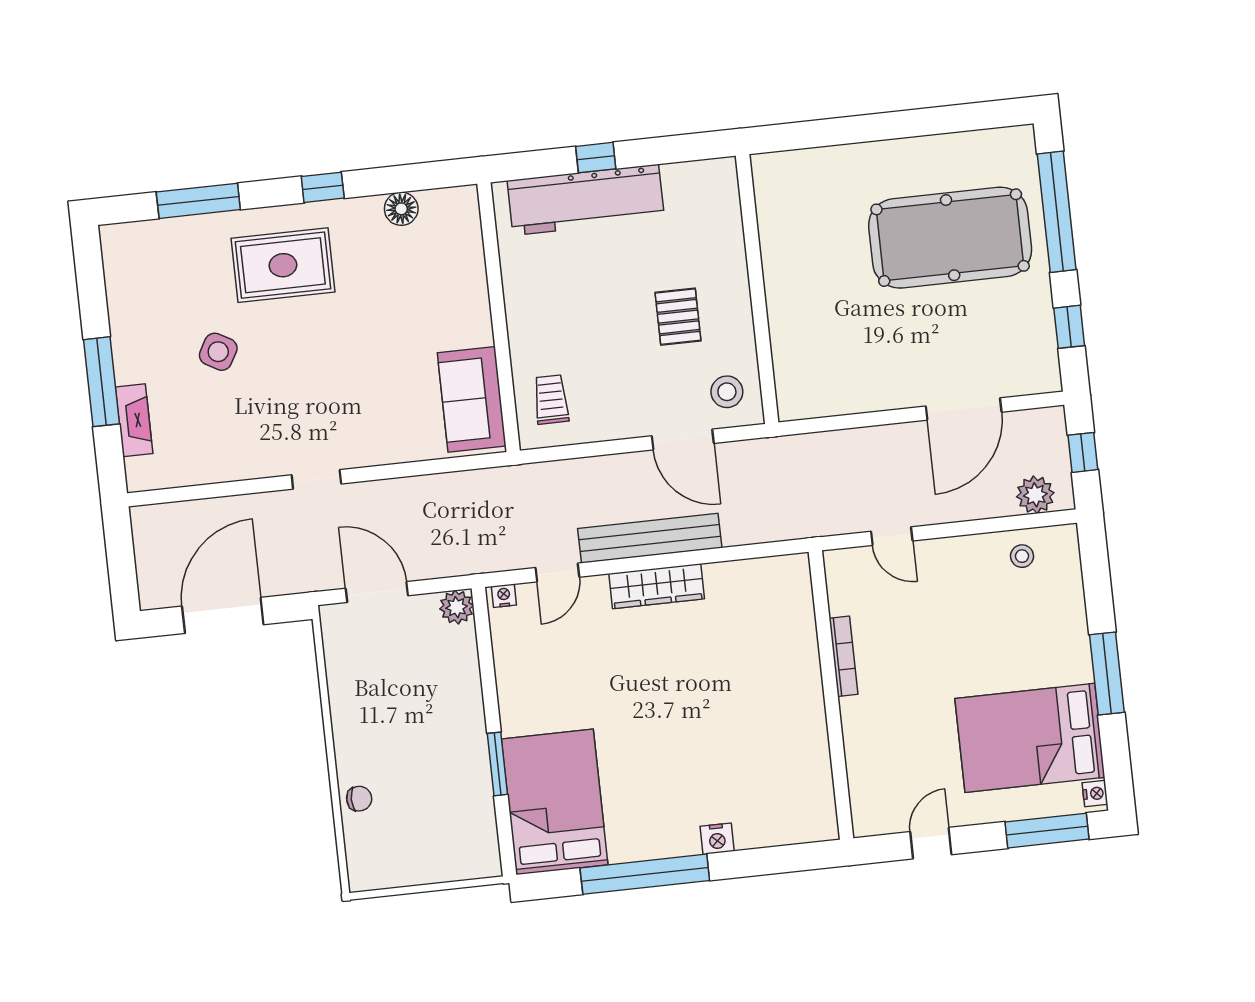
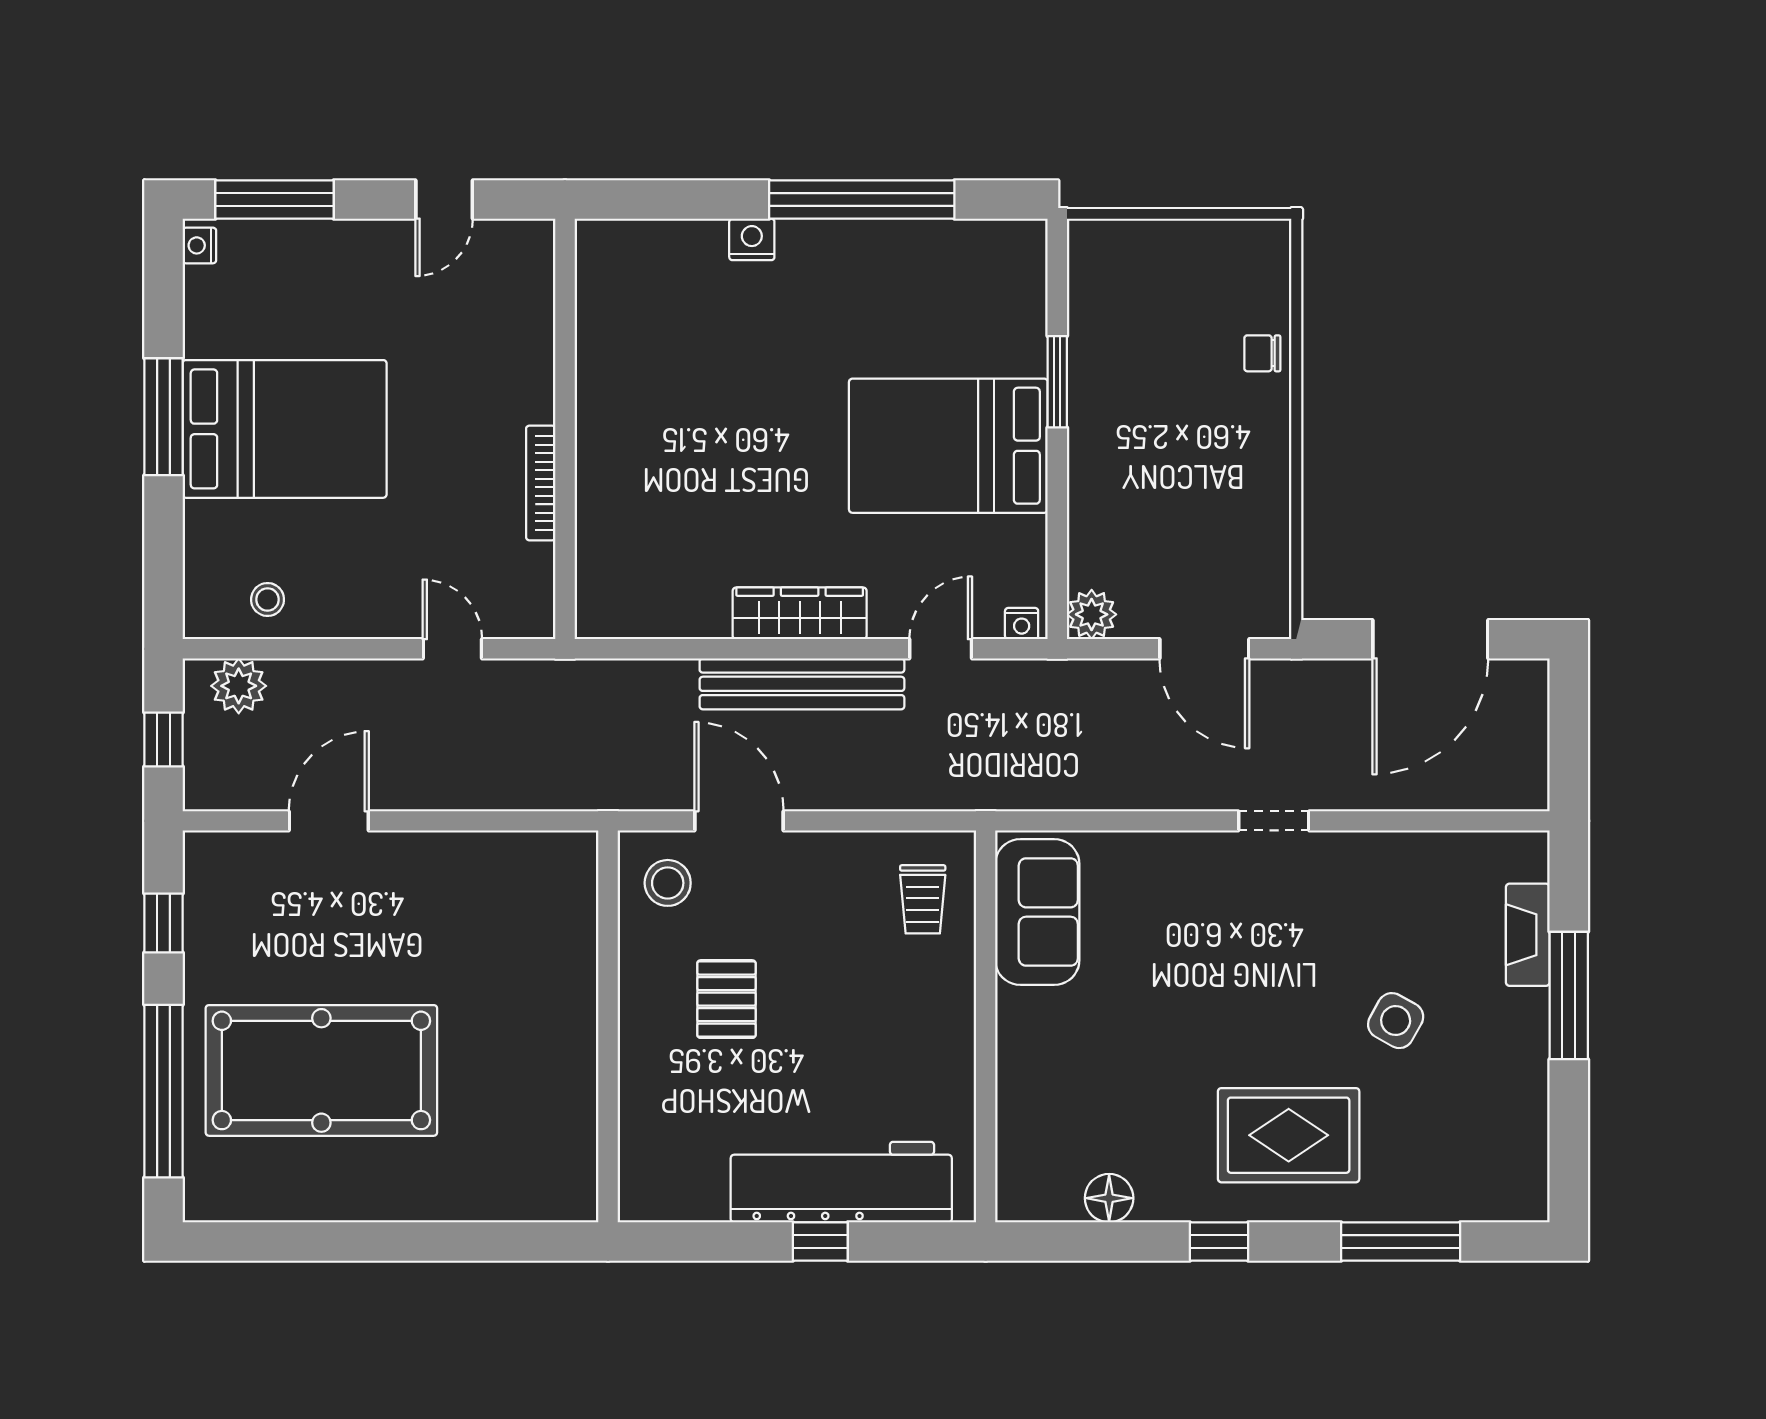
door: (964, 409) -> (329, 821), width x0.73
bed: (1030, 738) -> (285, 429), moved
bed: (555, 802) -> (948, 446), moved, turned 90

